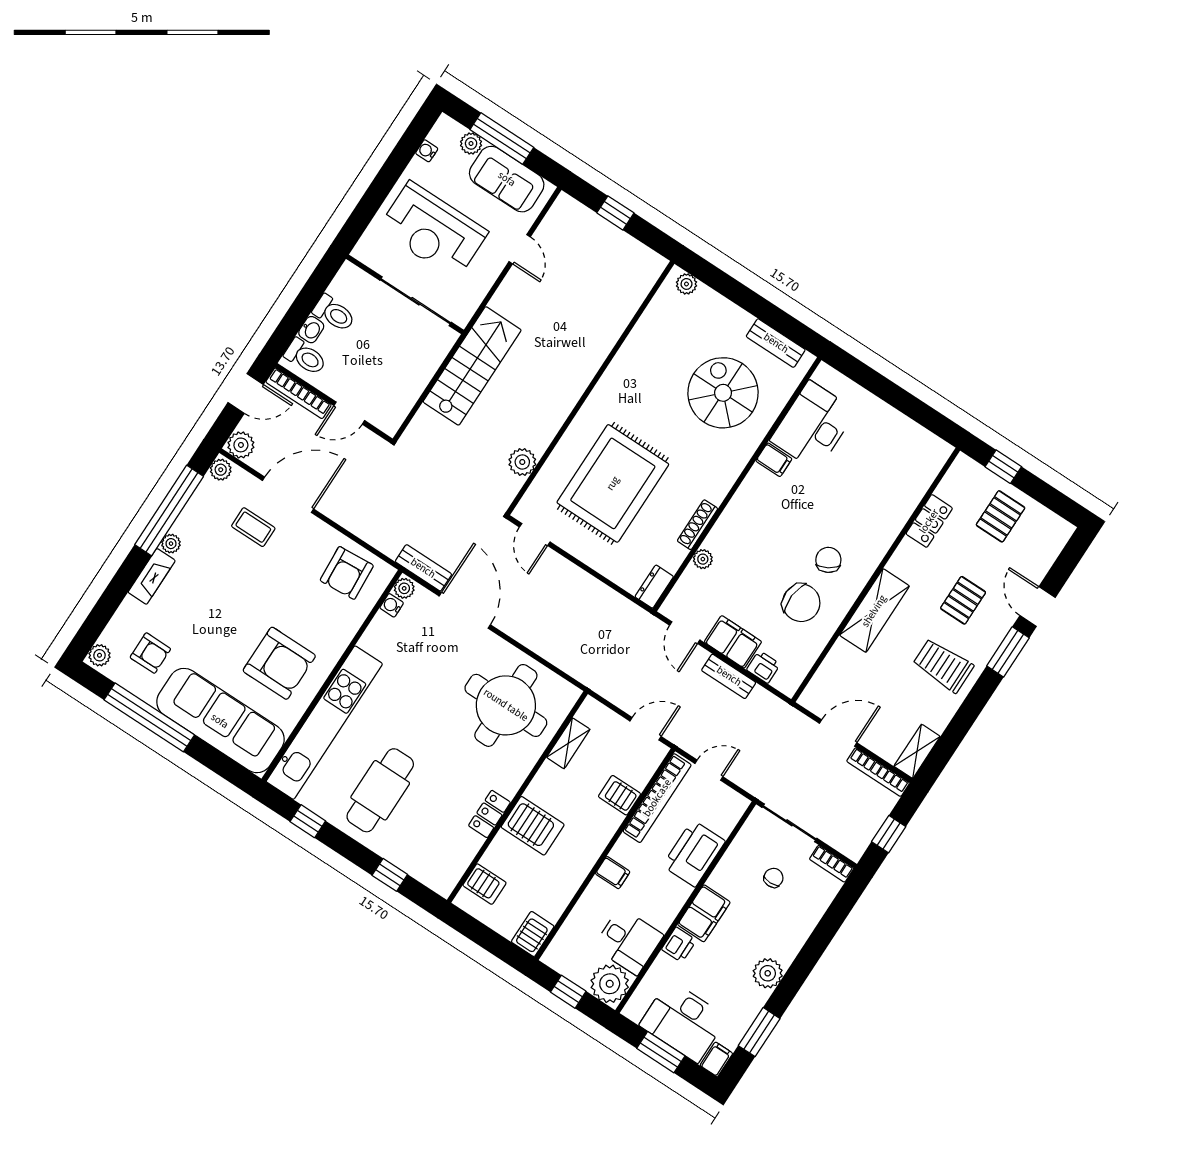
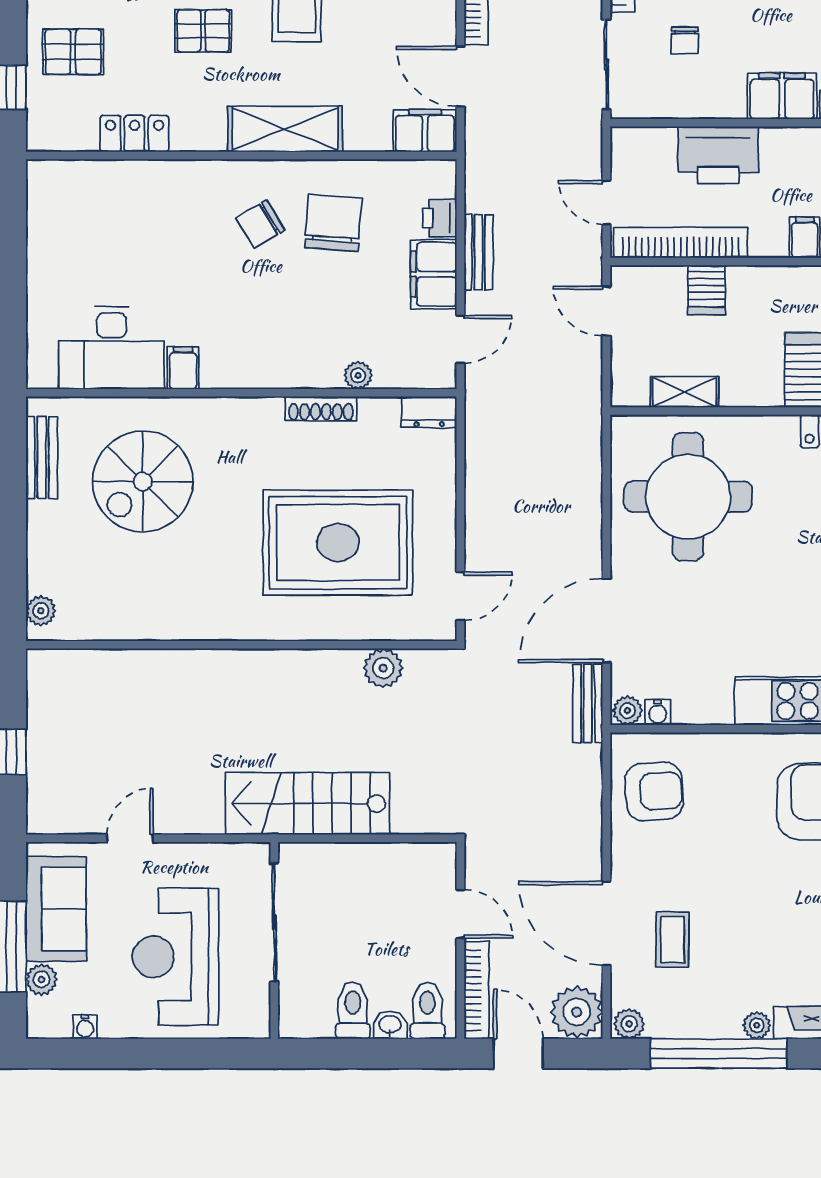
reception desk: (433, 231) -> (176, 957), turned 180
plant: (241, 445) -> (577, 1012), width x1.36, depth x1.36
filing cabinet: (820, 692) -> (425, 131), added
chair: (773, 878) -> (685, 40), turned -90

